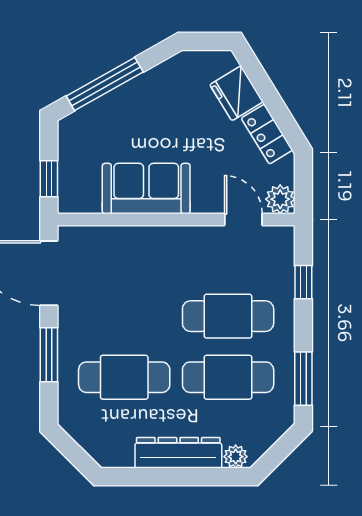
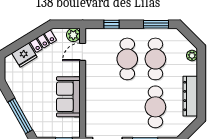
dresser: (178, 453) -> (190, 96), moved

